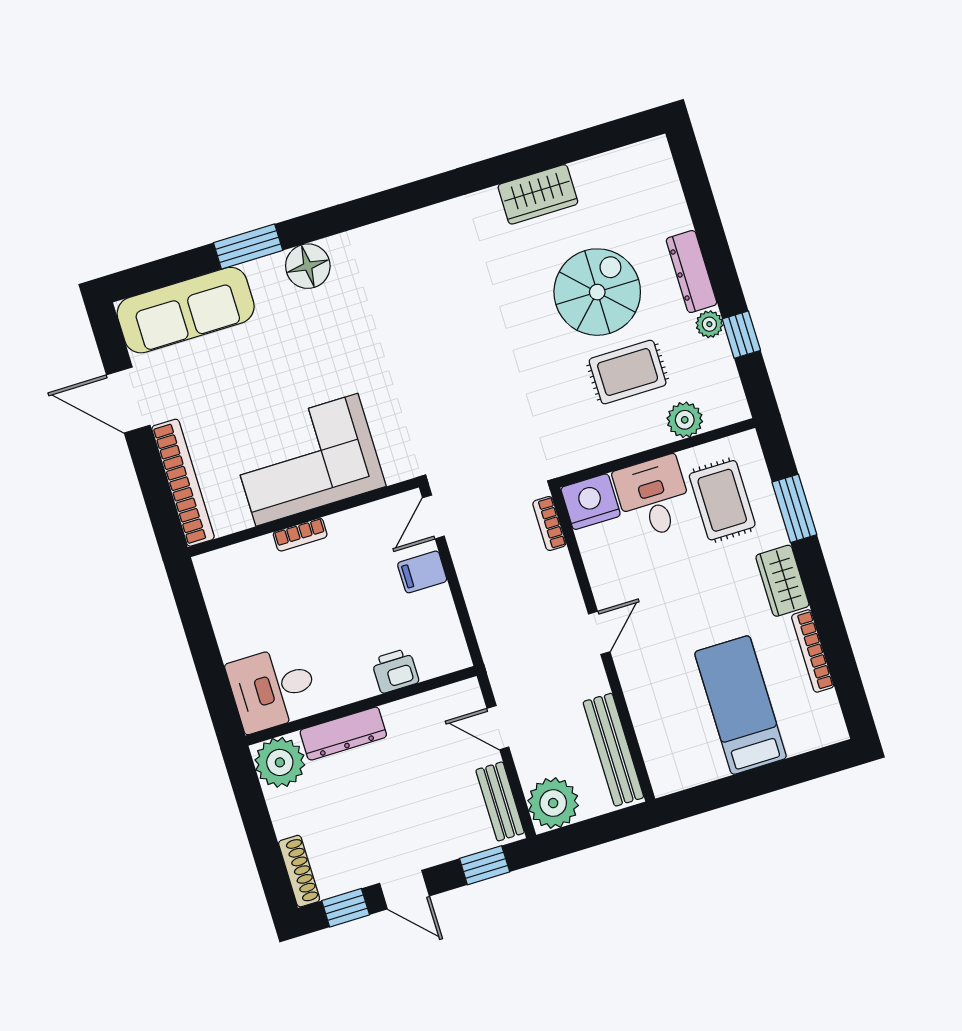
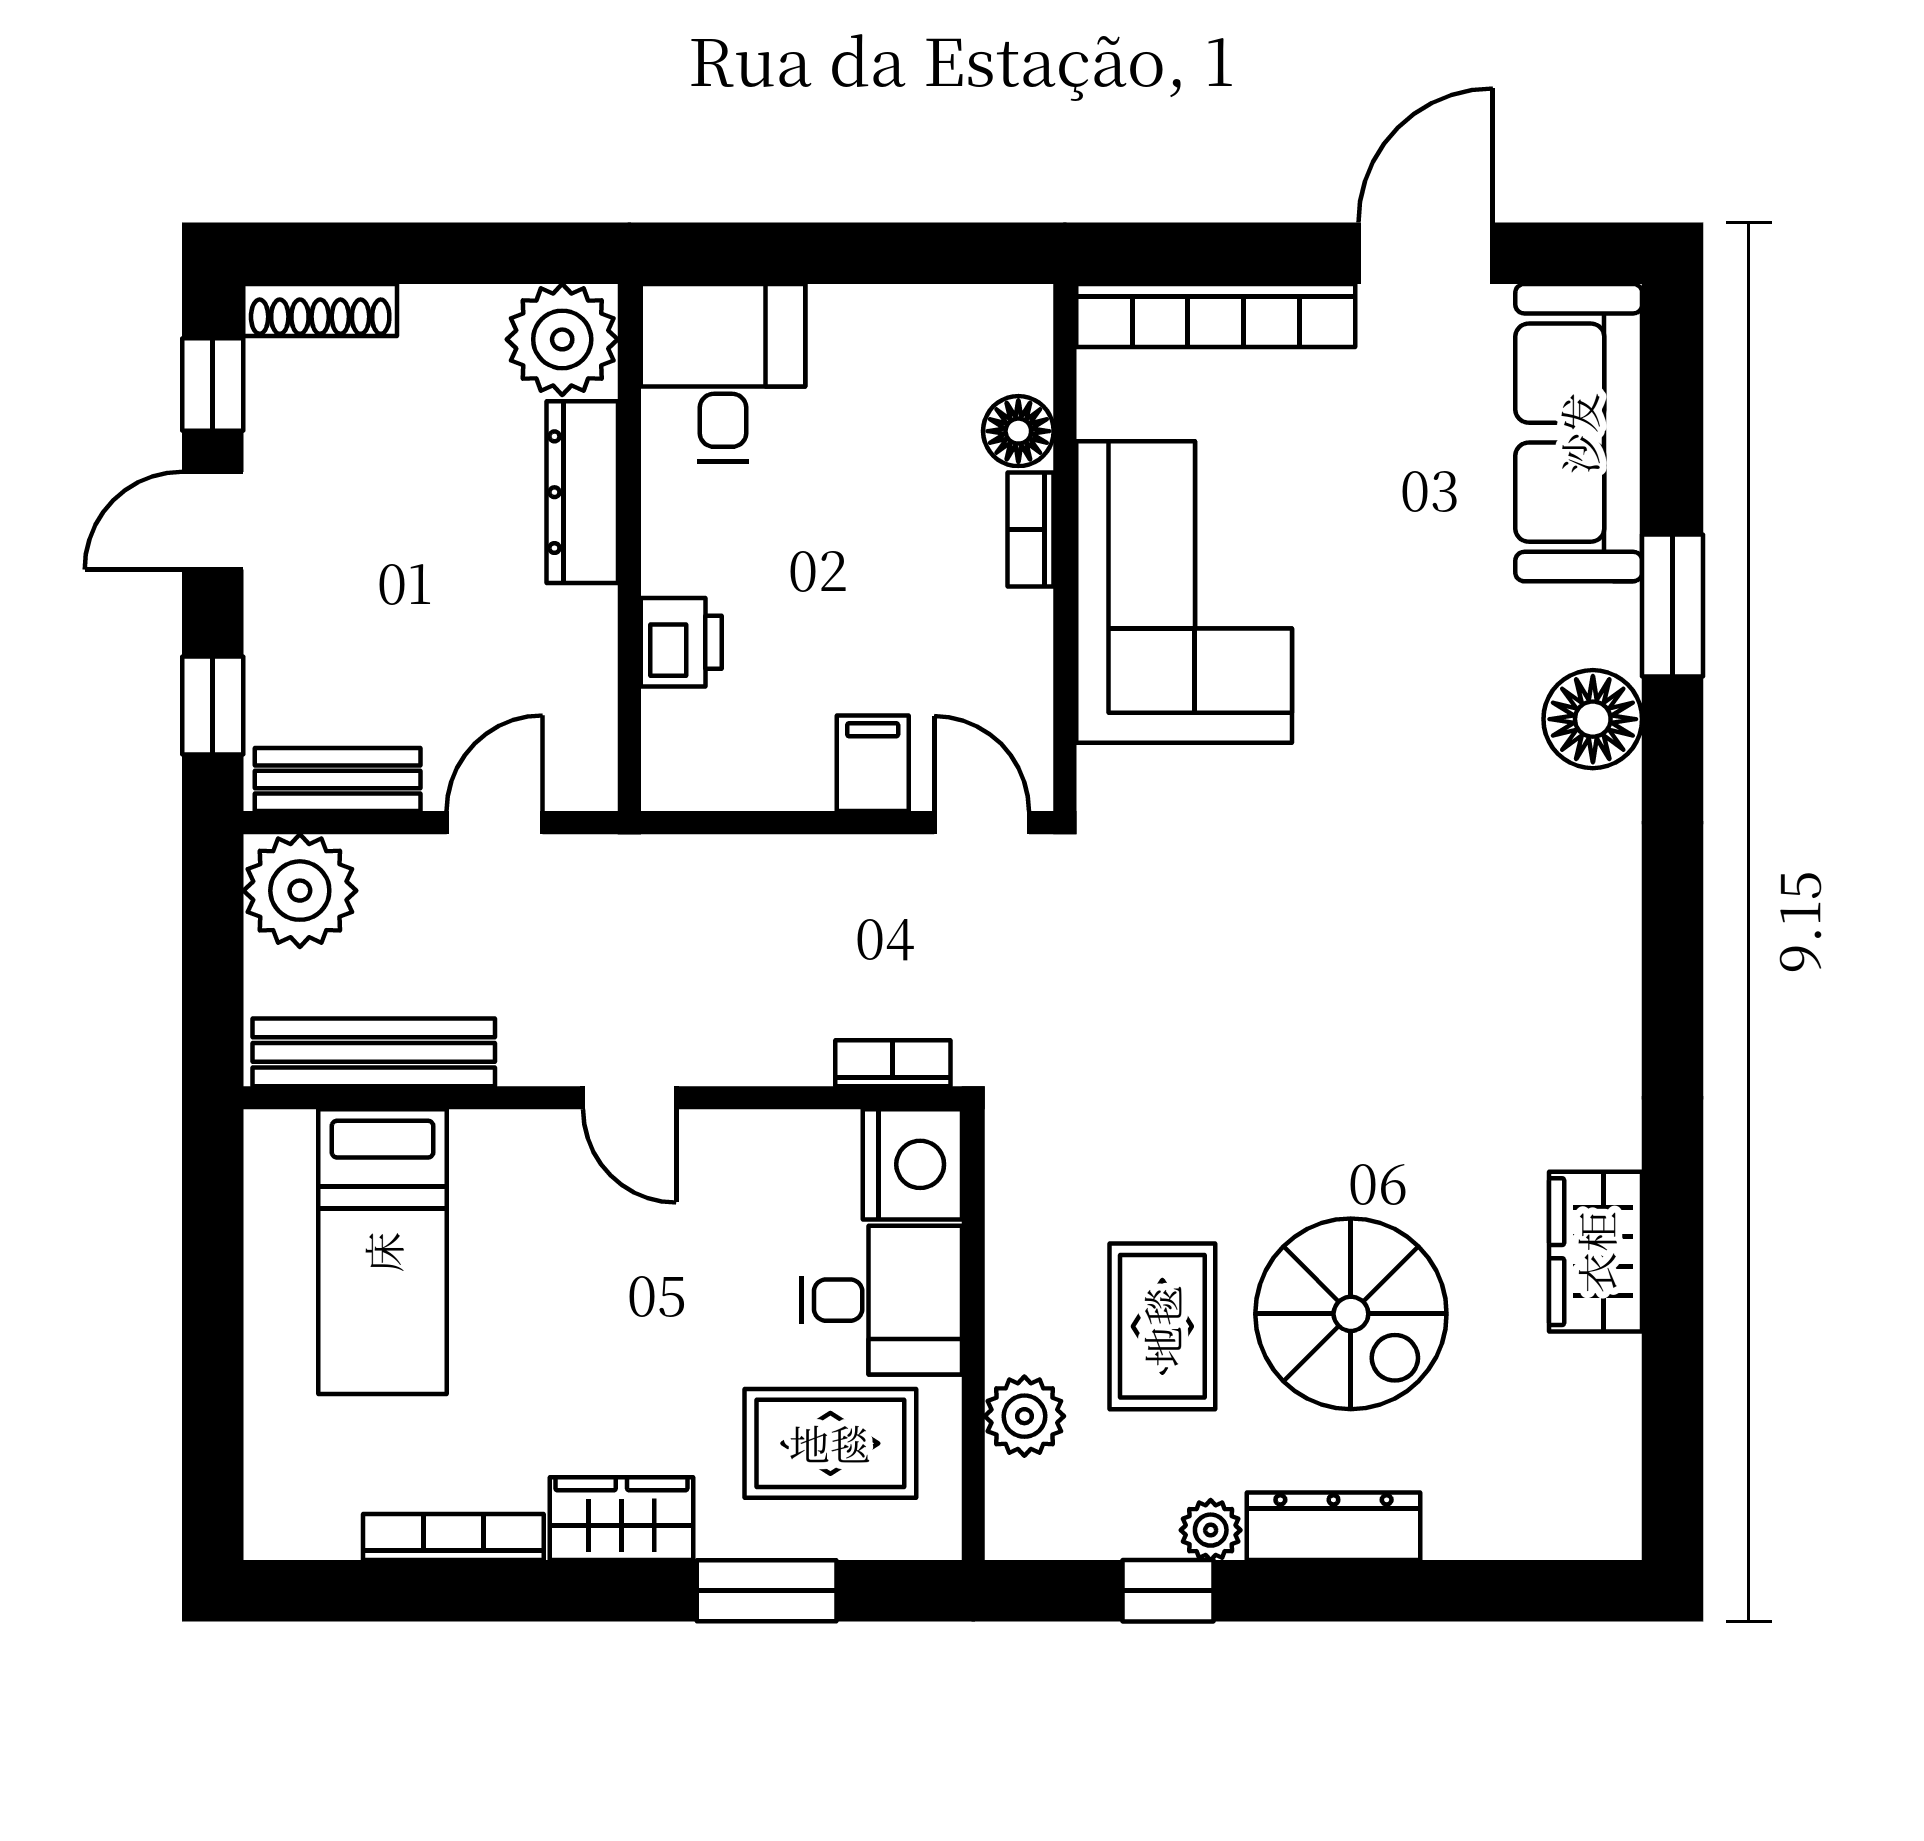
floor lamp: (259, 553) -> (1018, 431), added
bed: (741, 705) -> (383, 1252), moved, turned 90

